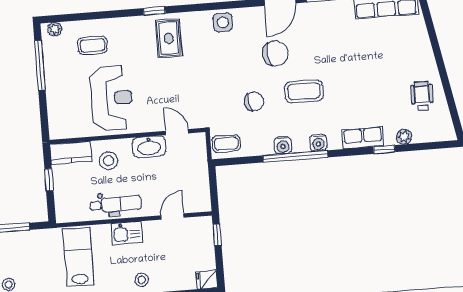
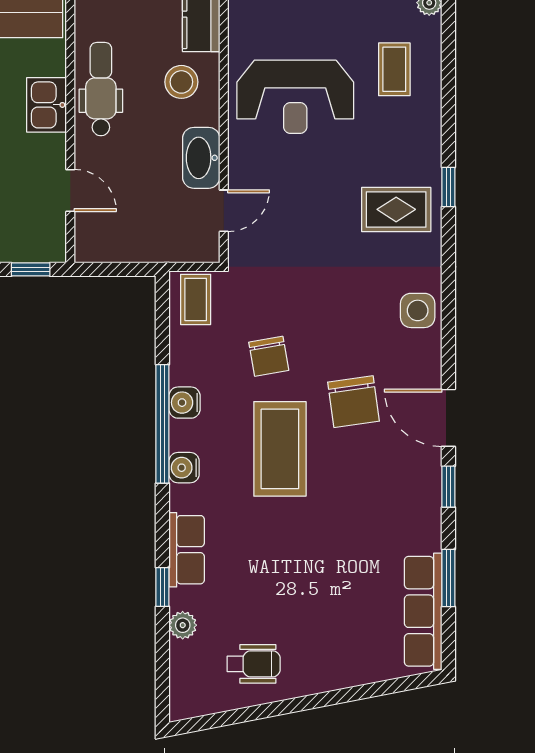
coffee table: (304, 91) -> (280, 449), width x1.36, depth x1.32
dental chair: (116, 204) -> (101, 89), turned 180

